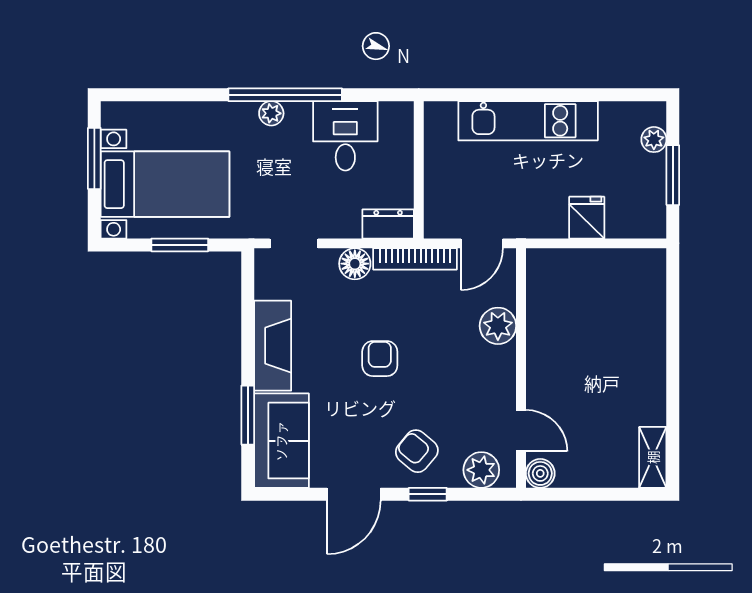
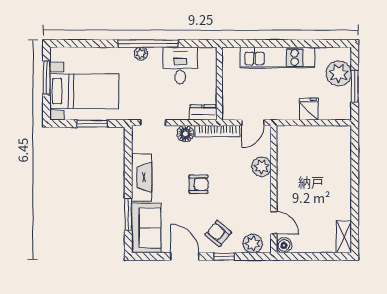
plant: (654, 140) -> (339, 73), width x1.88, depth x1.88
armchair: (380, 359) -> (199, 184), turned 90
door: (354, 494) -> (185, 256), swing flipped

